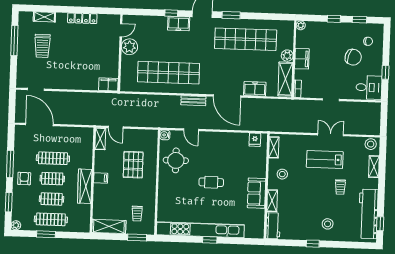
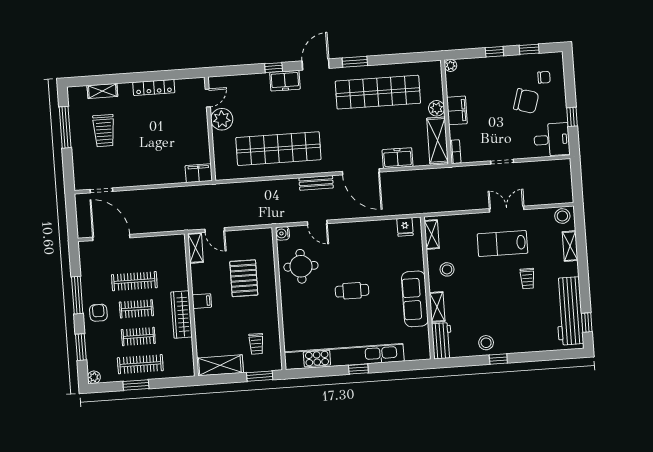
sofa: (257, 193) -> (415, 299), width x1.36
stool: (328, 224) -> (486, 343), moved

